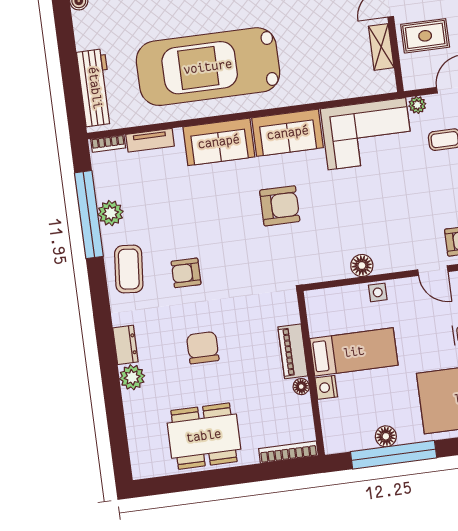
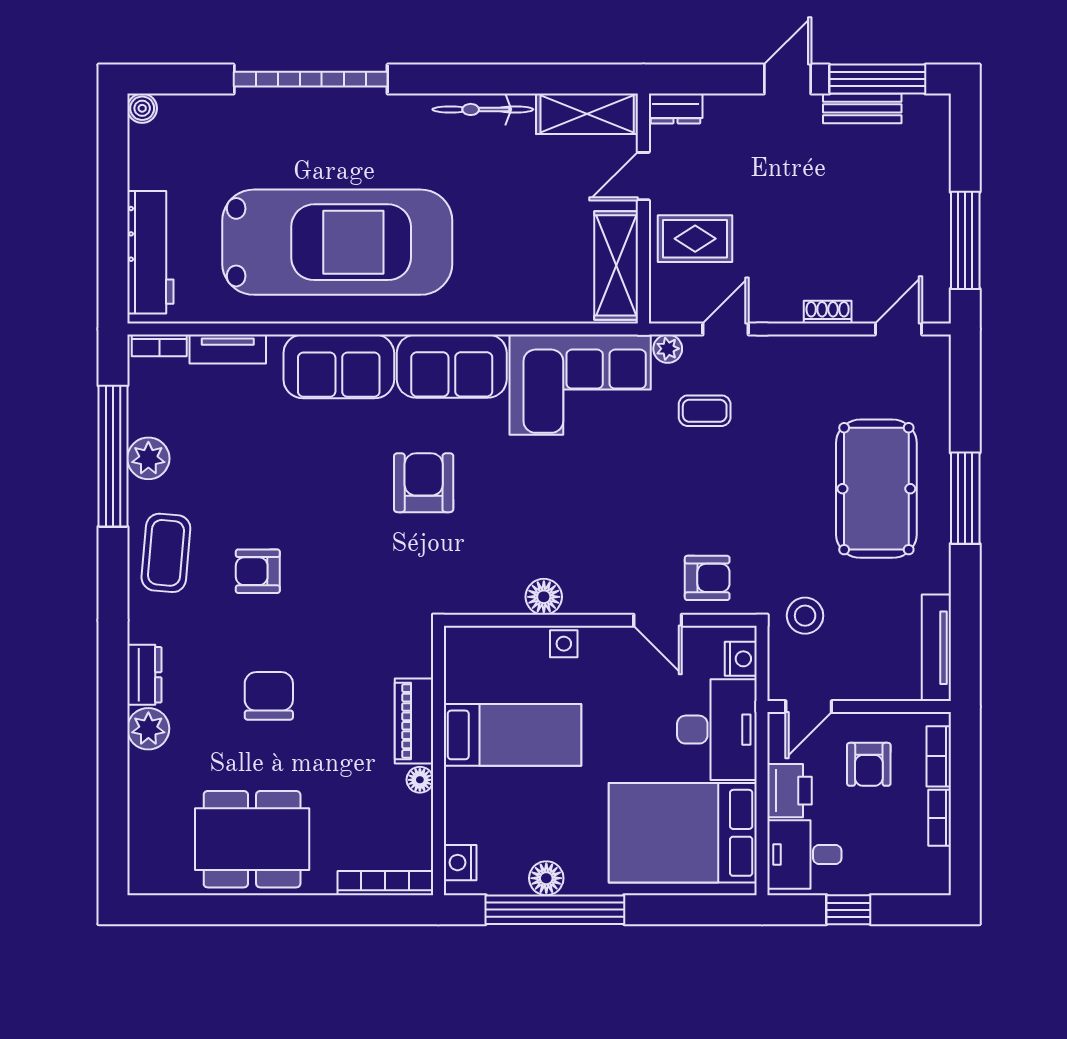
shelving: (381, 47) -> (616, 265), width x1.50, depth x1.33
car: (208, 67) -> (337, 242), turned 180
armchair: (280, 206) -> (424, 483), turned -90
nightstand: (326, 387) -> (460, 863), moved

